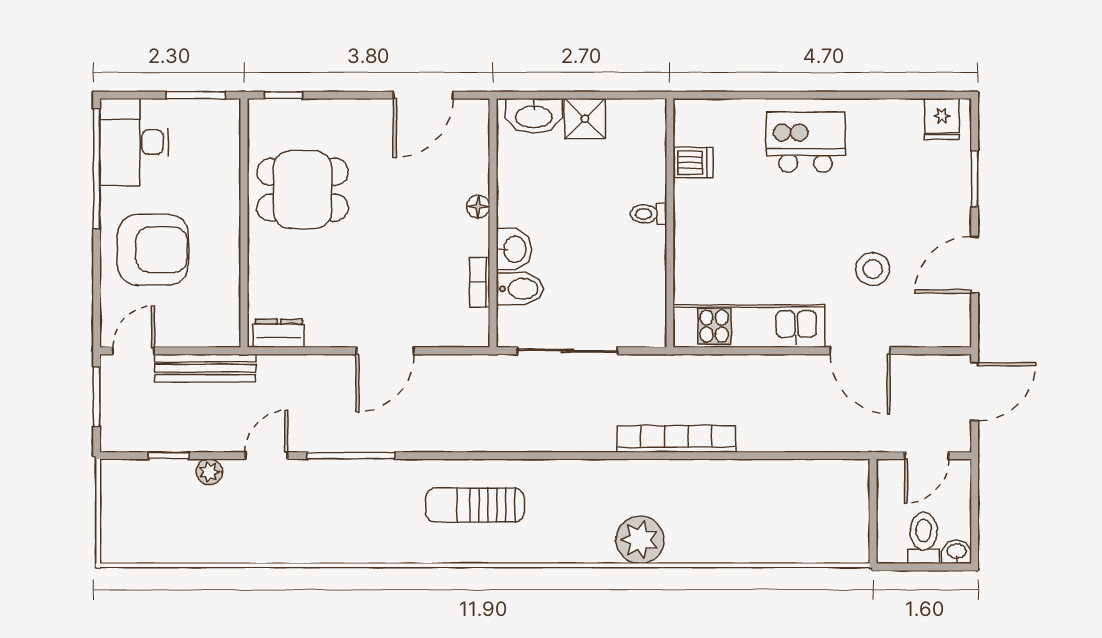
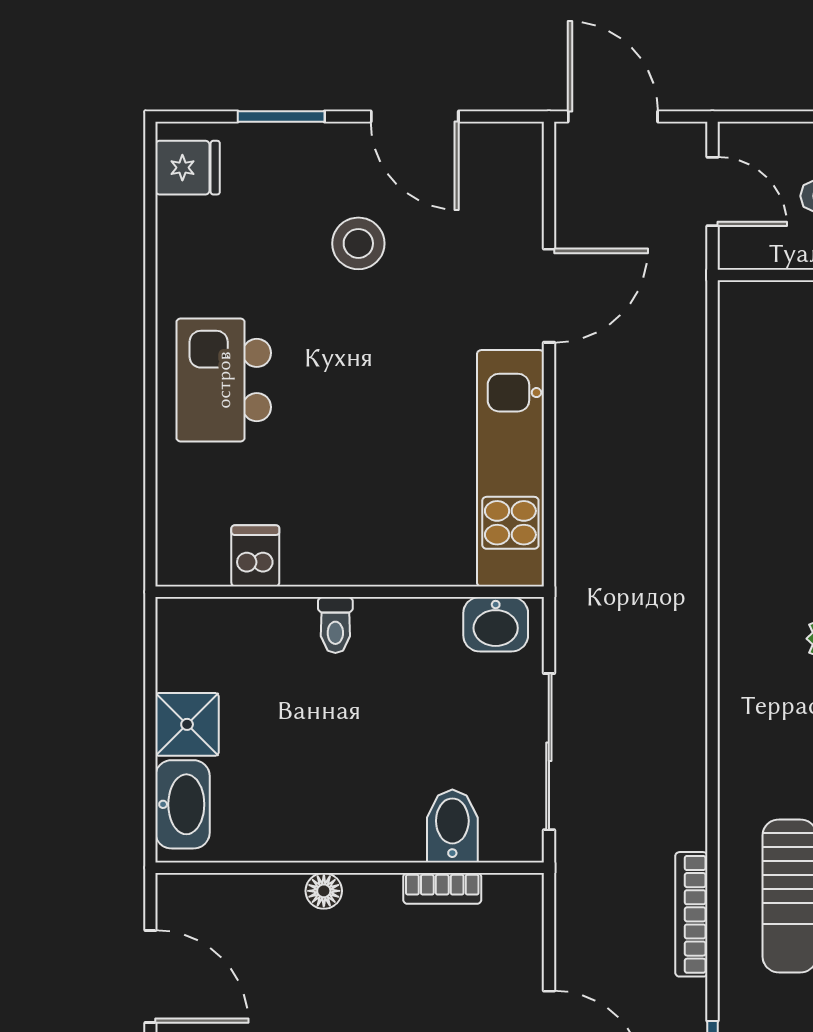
washbasin: (514, 249) -> (496, 624), moved, turned 180
stool: (873, 269) -> (358, 243), moved
bookcase: (676, 439) -> (691, 914), moved, width x0.68, depth x0.76

